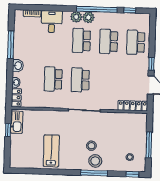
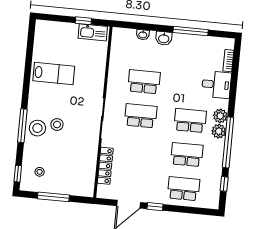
locker: (16, 98) -> (124, 34), removed
locker: (133, 106) -> (105, 166), moved

